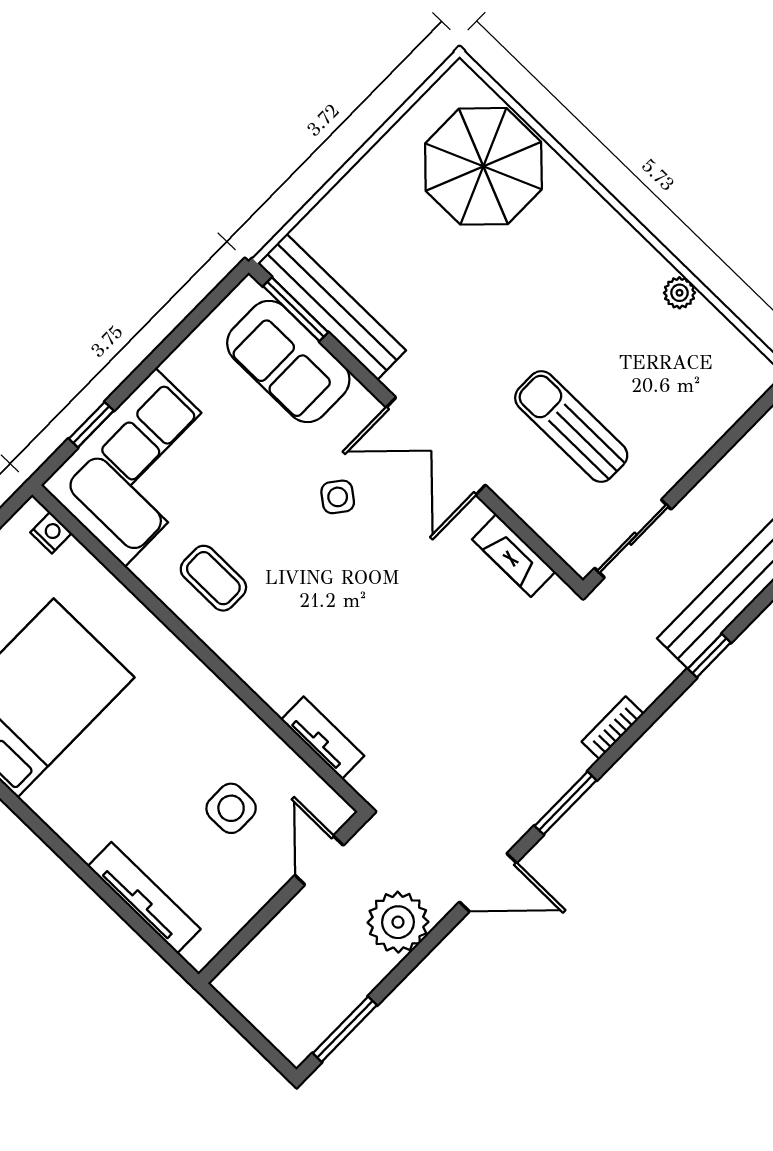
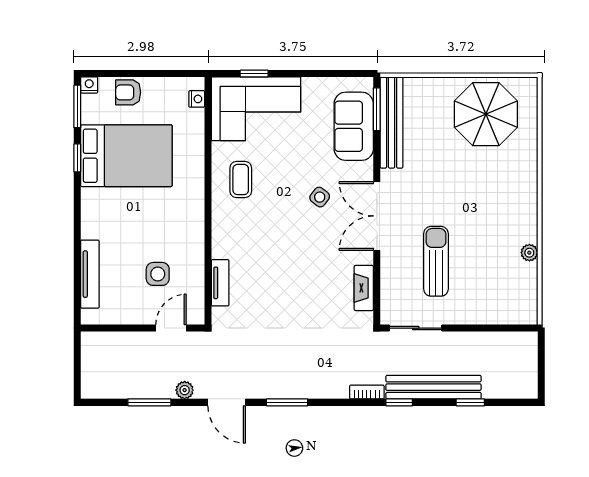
parasol: (483, 166) -> (486, 114), moved
bookcase: (613, 728) -> (367, 392), moved
plant: (398, 922) -> (185, 390), width x0.53, depth x0.53
window: (345, 1029) -> (149, 402), moved

